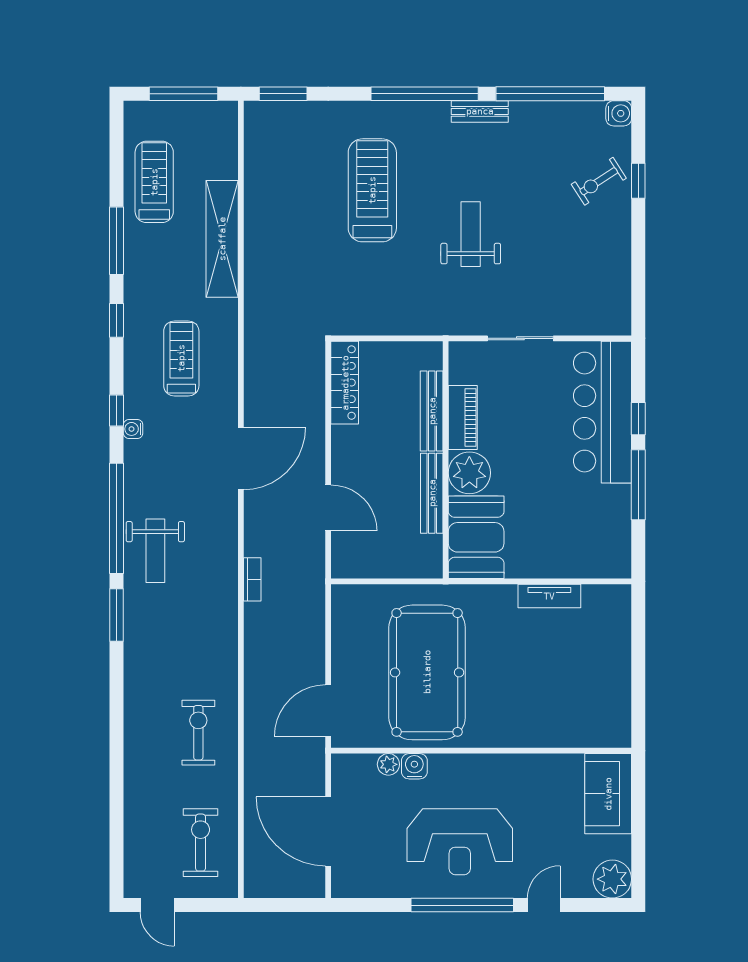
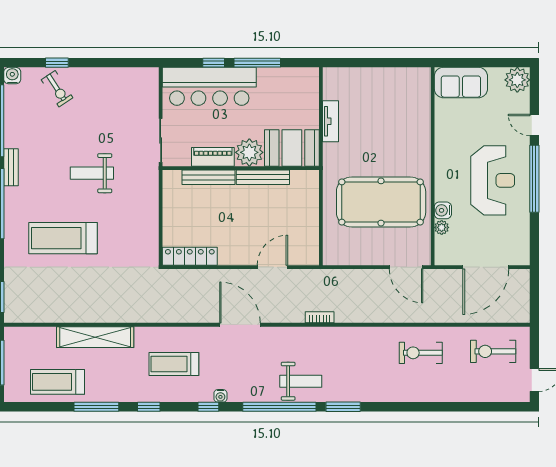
bench: (432, 411) -> (209, 177), moved
piano: (463, 417) -> (213, 157), moved
wall: (446, 460) -> (241, 168), moved
plant: (469, 473) -> (249, 152), moved
bench: (432, 493) -> (263, 177), moved
booth: (476, 537) -> (292, 148), moved

